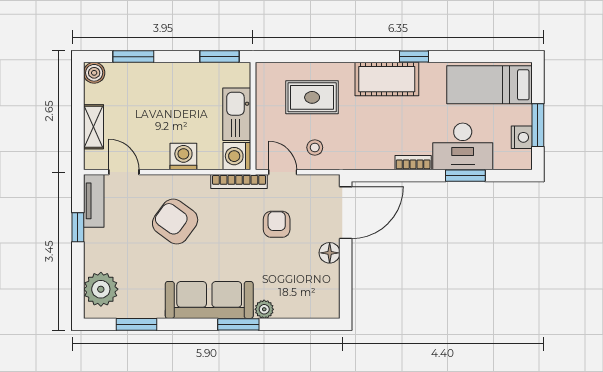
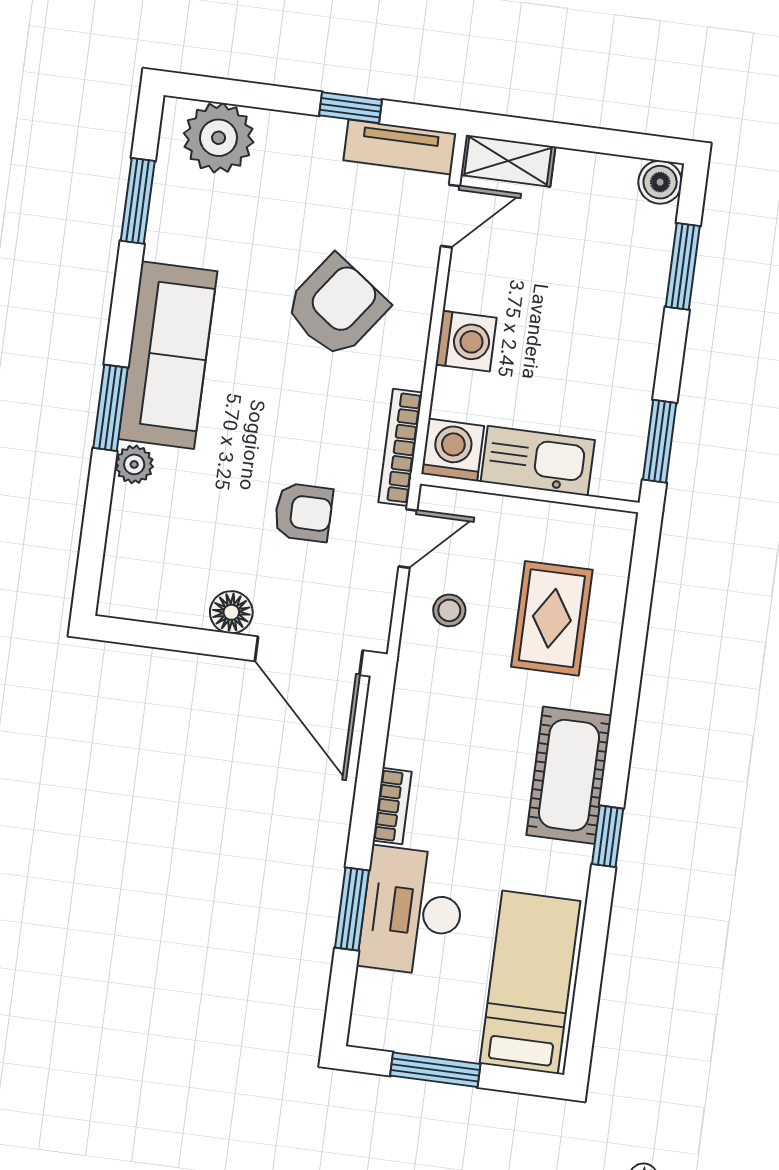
shelving: (94, 127) -> (508, 161), moved
nightstand: (522, 137) -> (415, 1034), removed

